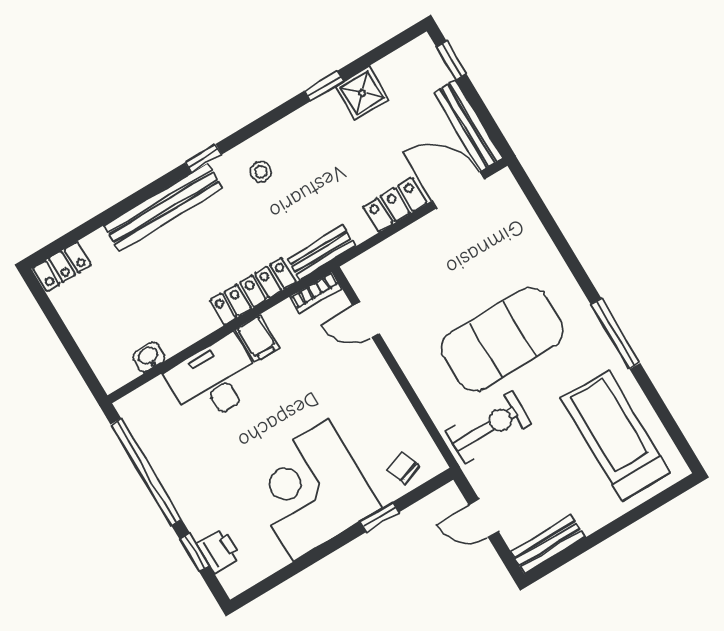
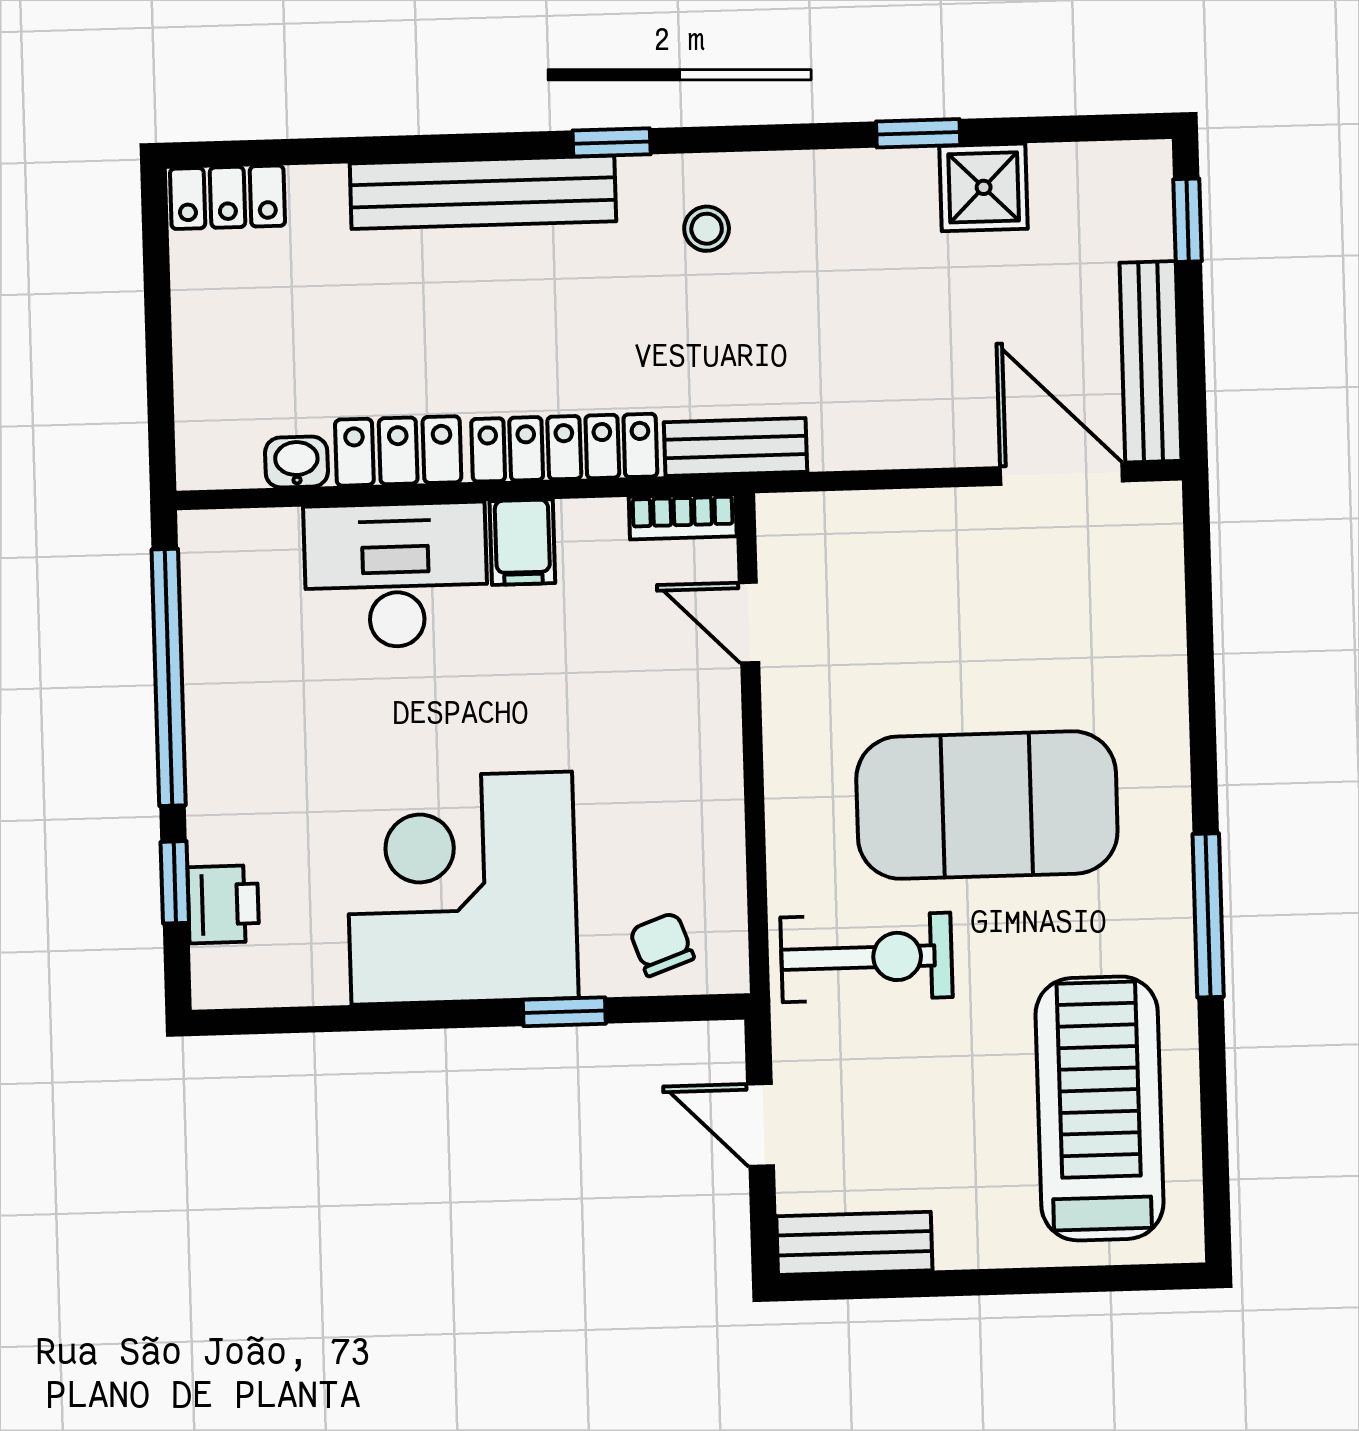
locker: (395, 205) -> (398, 451), moved

